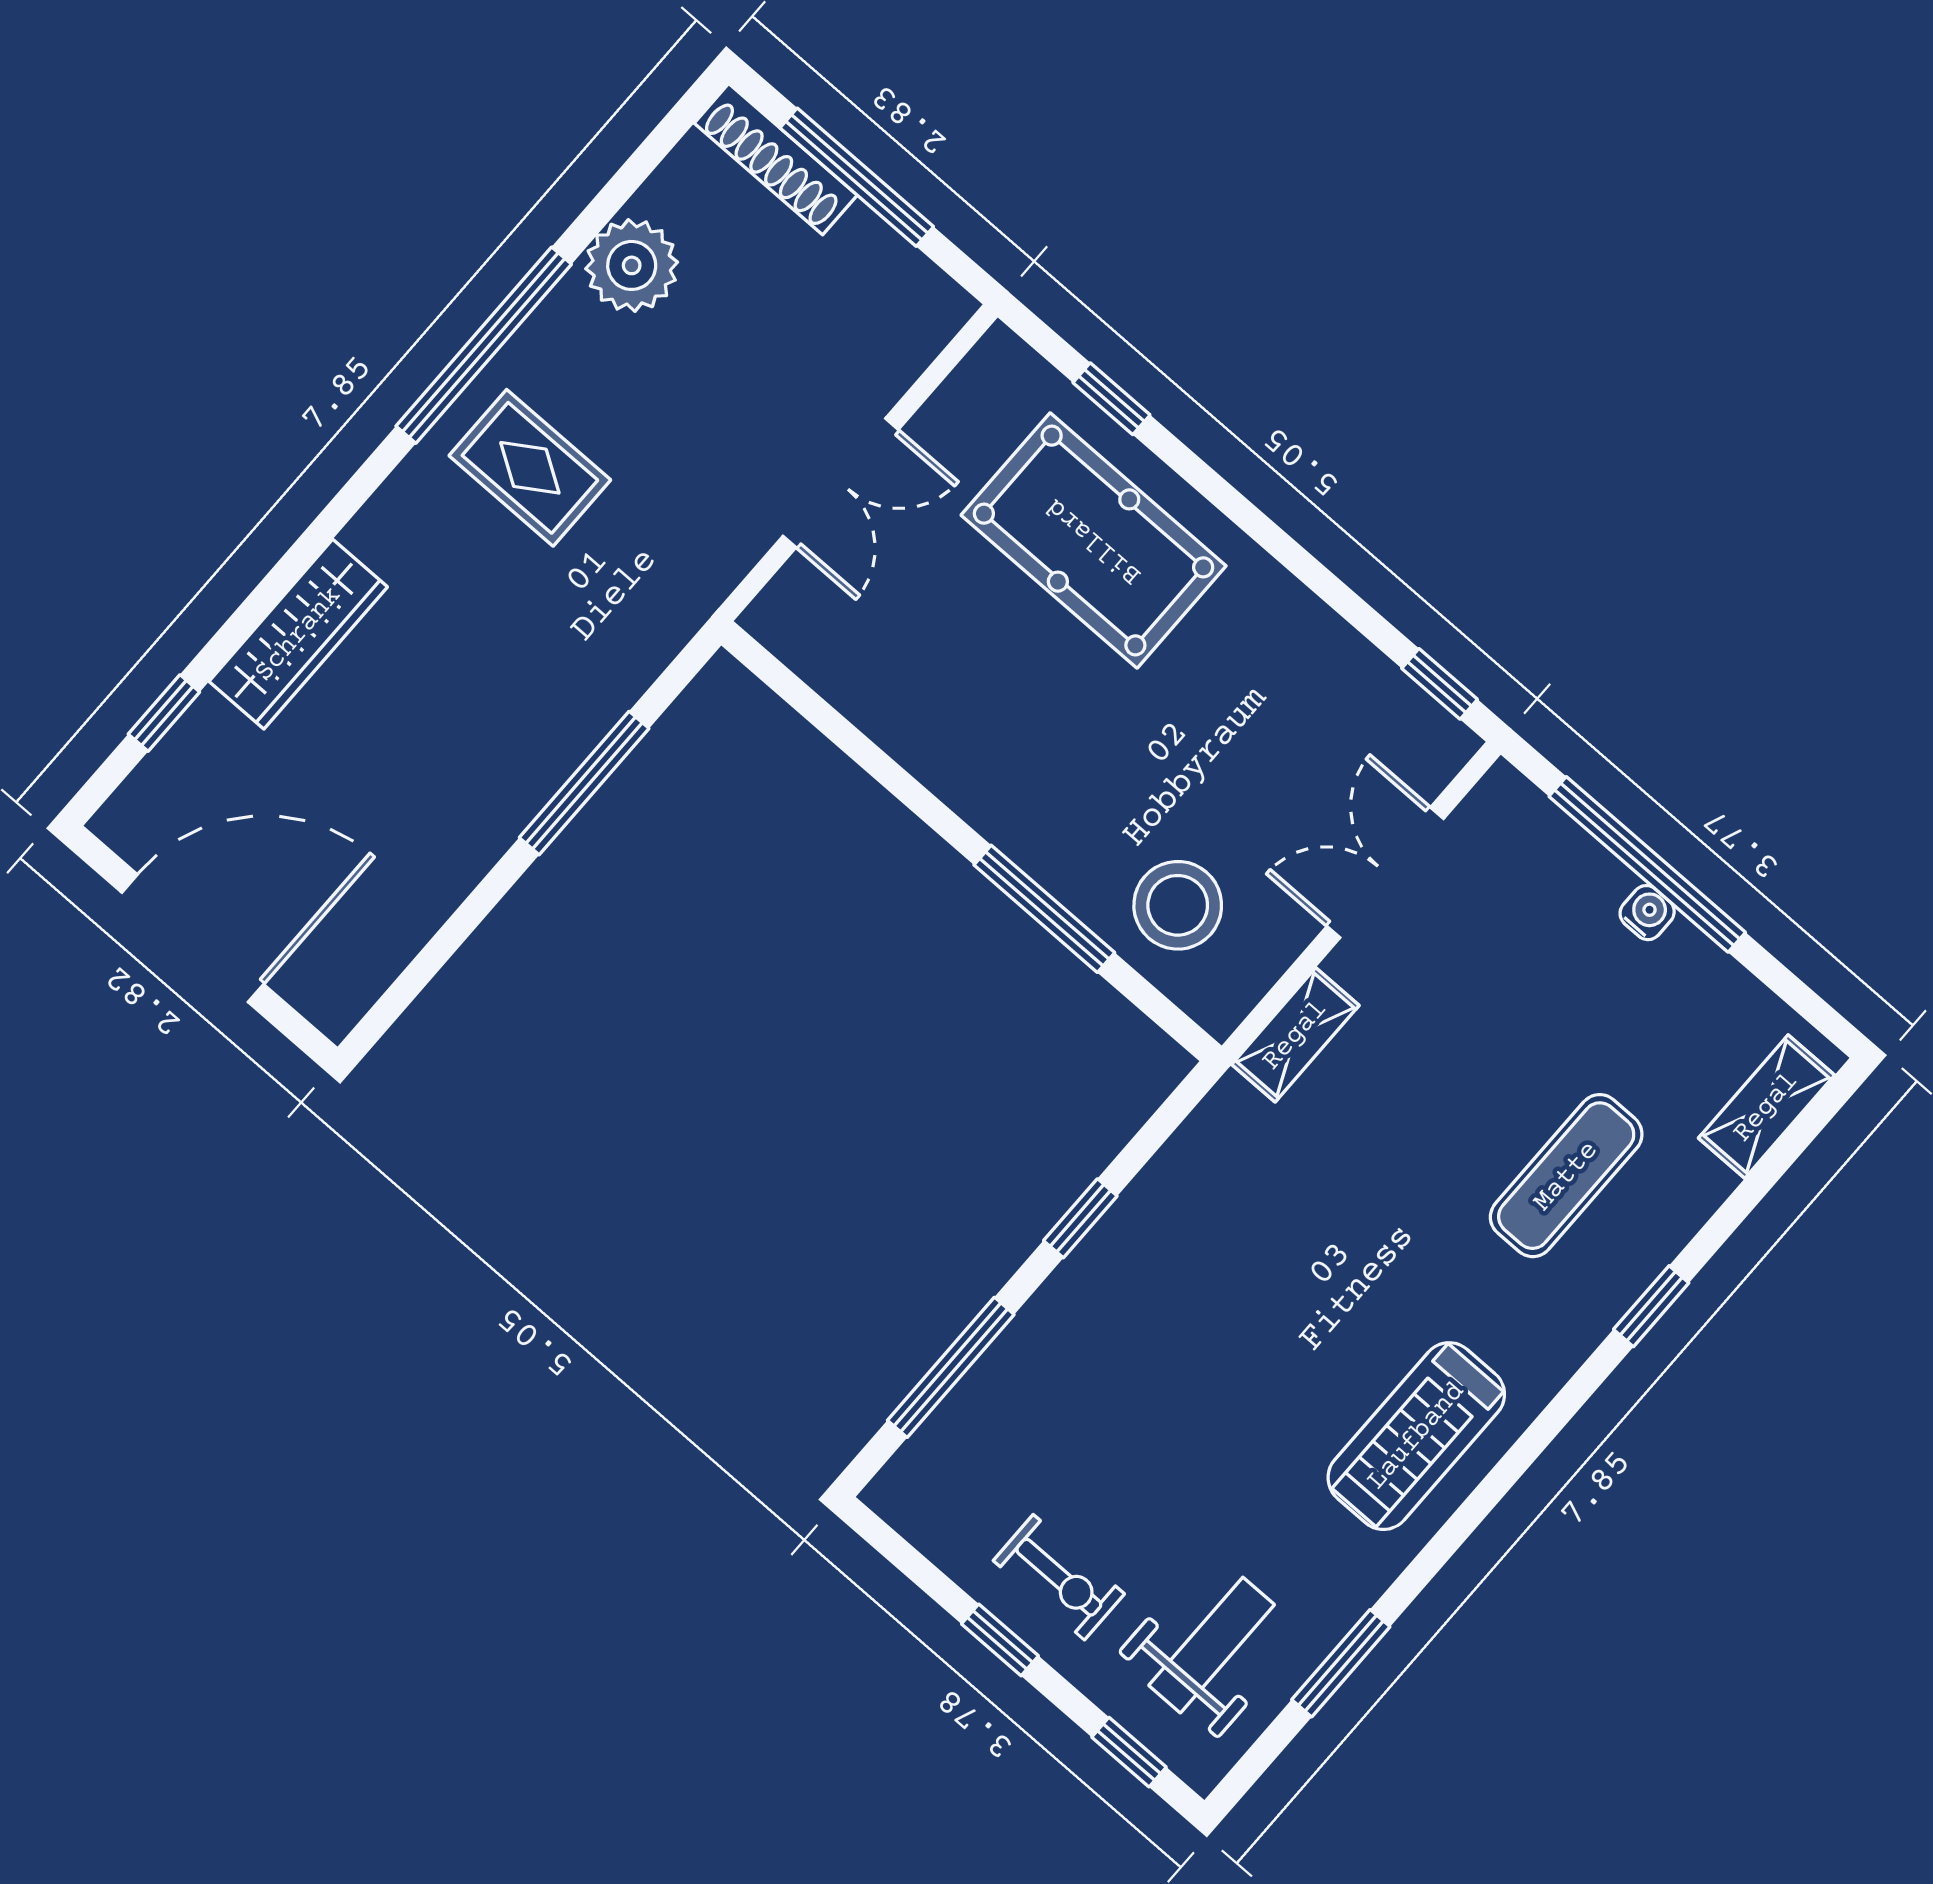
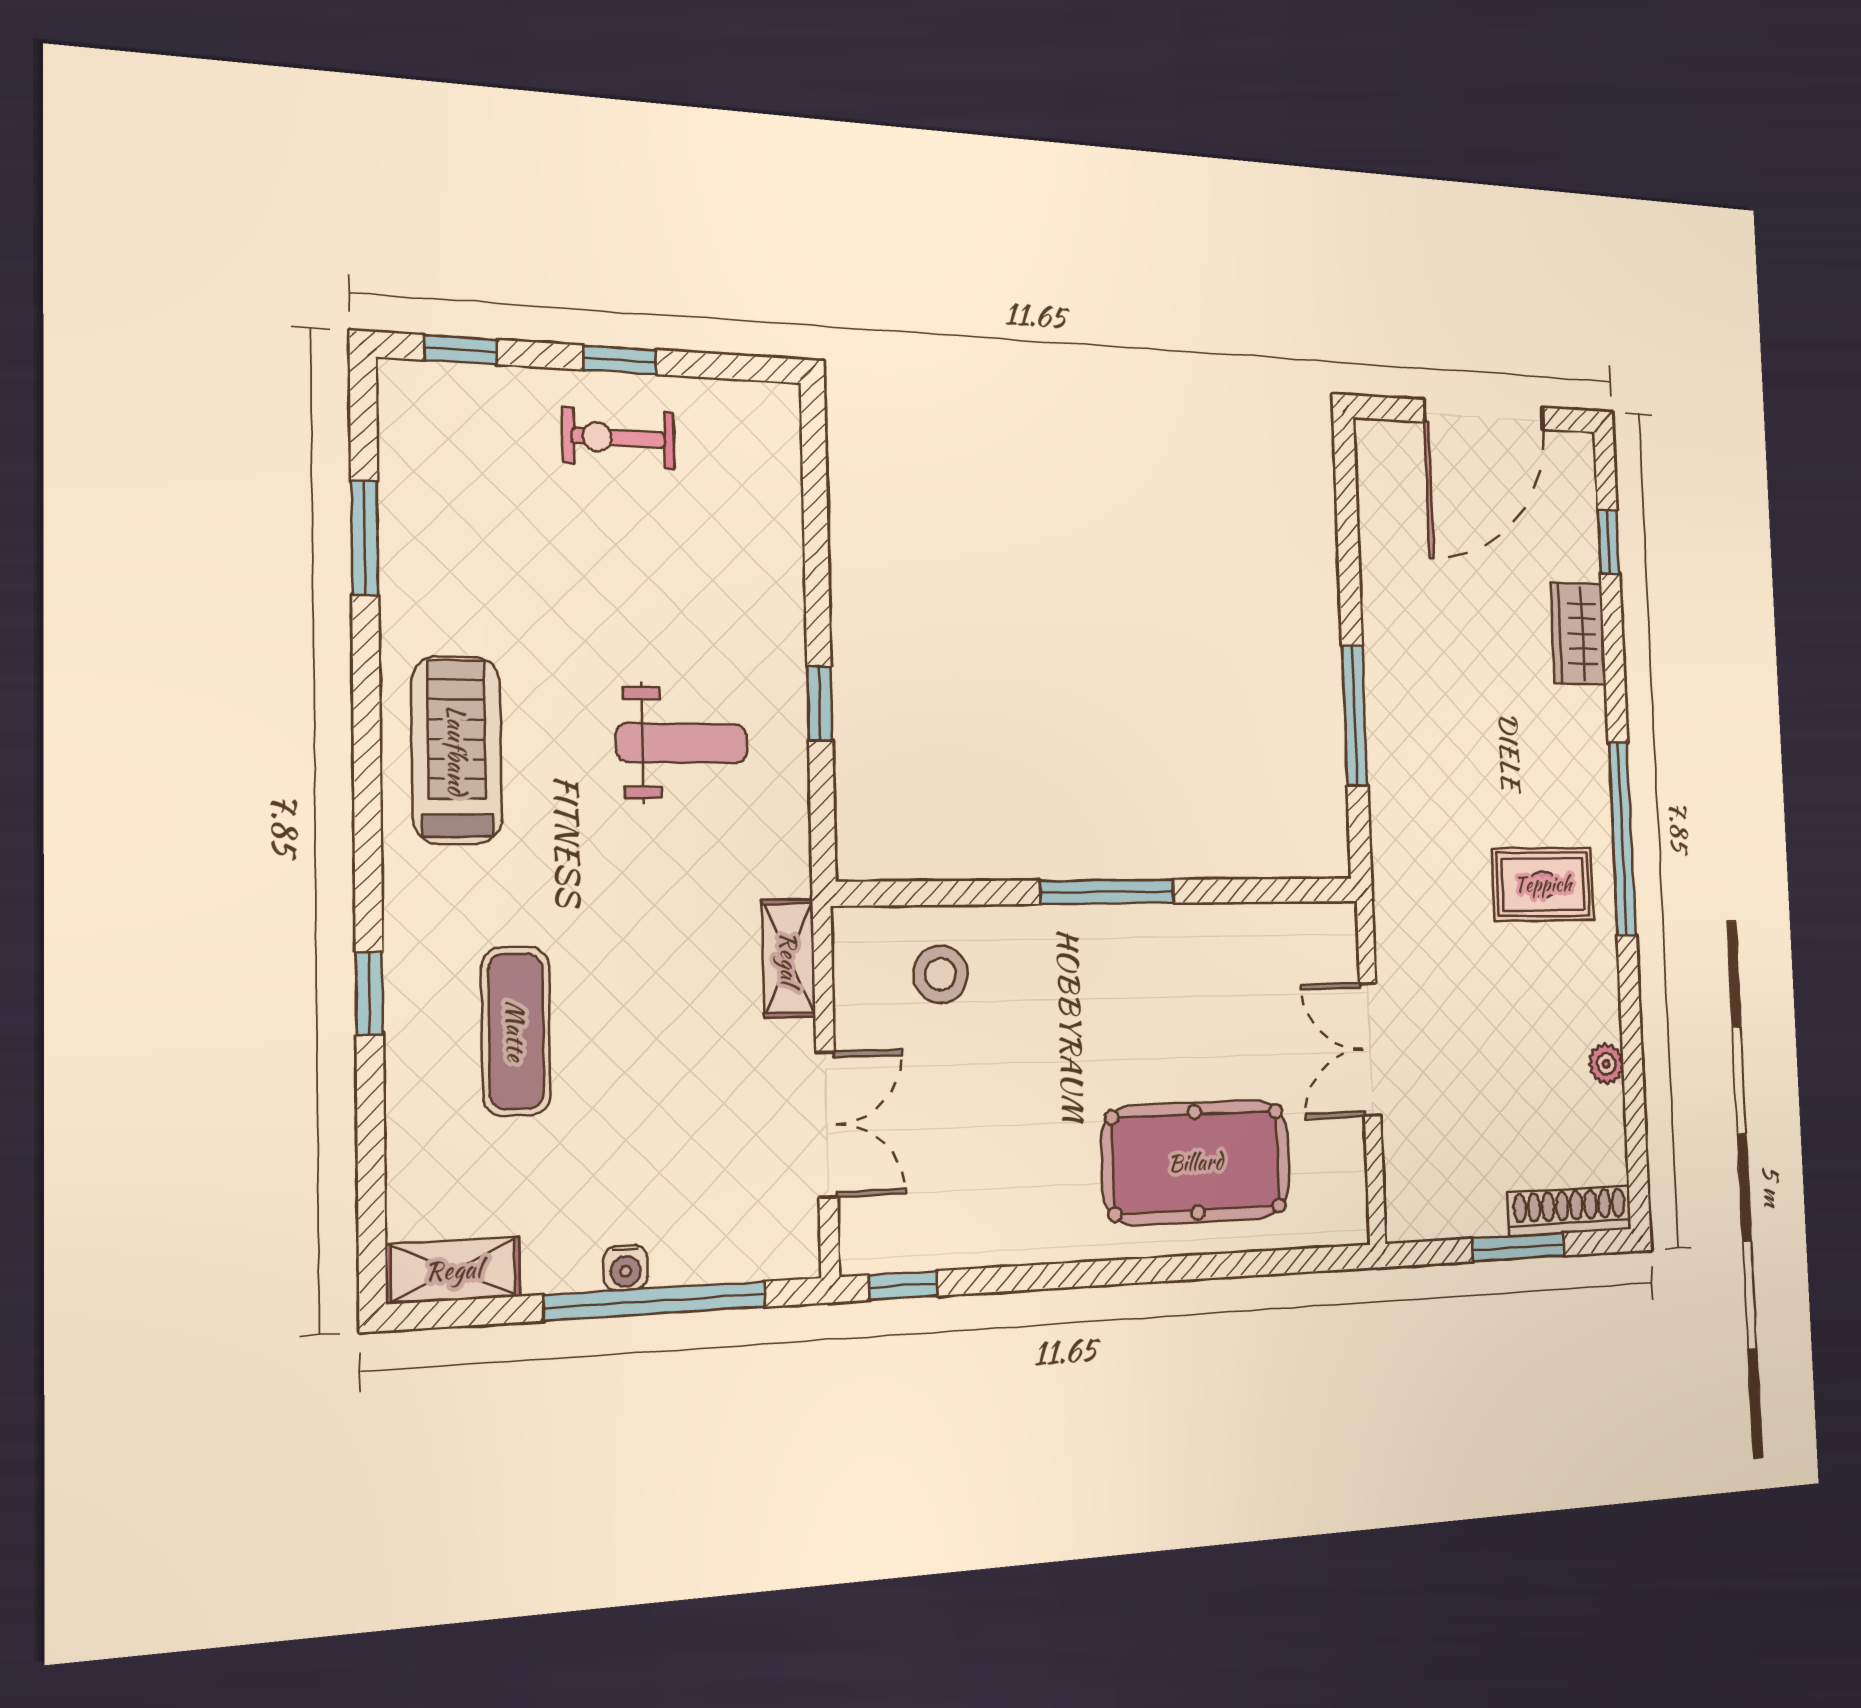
window: (857, 177) -> (1518, 1247), width x0.69
plant: (632, 265) -> (1606, 1064), width x0.53, depth x0.53
window: (484, 345) -> (1622, 839), moved
window: (1111, 399) -> (1263, 1263), removed
wardrobe: (298, 634) -> (1578, 634), width x0.67
stool: (1178, 905) -> (940, 974), width x0.73, depth x0.73
window: (1044, 909) -> (1107, 892), moved
shelving: (1766, 1107) -> (453, 1270), moved, turned 90
window: (951, 1367) -> (816, 526), removed
weight bench: (1212, 1645) -> (682, 743), moved, turned -90

